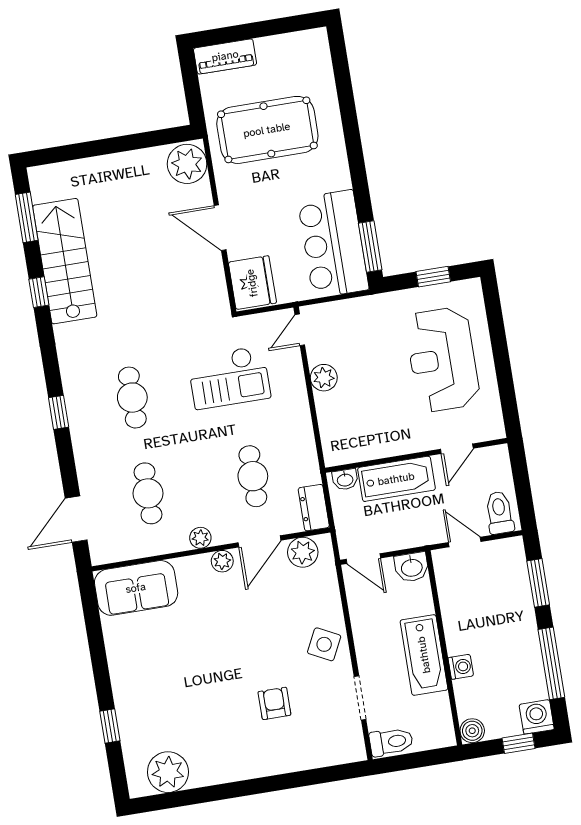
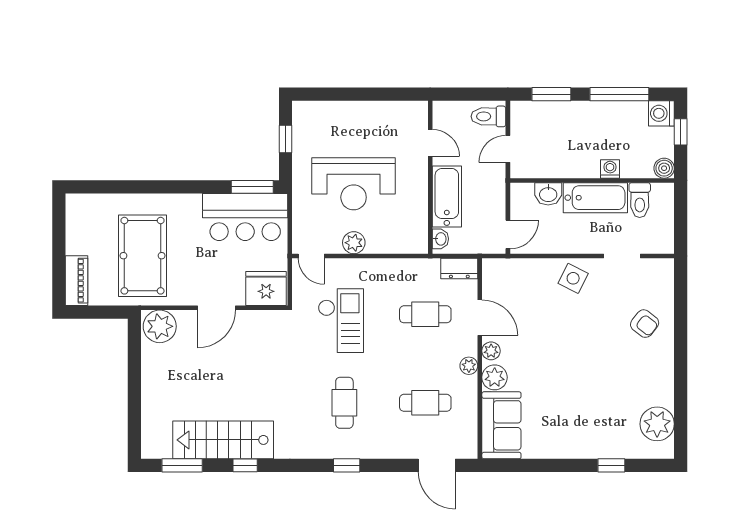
reception desk: (442, 359) -> (354, 184), moved
cafe table: (132, 398) -> (344, 403), turned 90
plant: (303, 552) -> (495, 377), moved
washbasin: (412, 567) -> (548, 194), moved, turned 90
armchair: (274, 703) -> (645, 324), moved, turned -142
toilet: (391, 742) -> (640, 200), moved, turned 180

